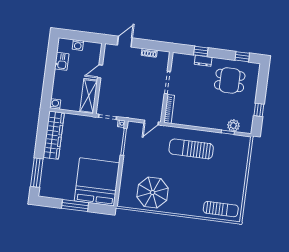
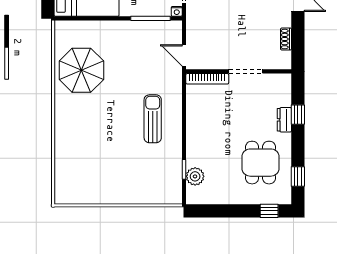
window: (259, 110) -> (269, 211), moved
sun lounger: (191, 149) -> (153, 119), width x0.73, depth x0.75
sun lounger: (221, 209) -> (70, 174), removed

